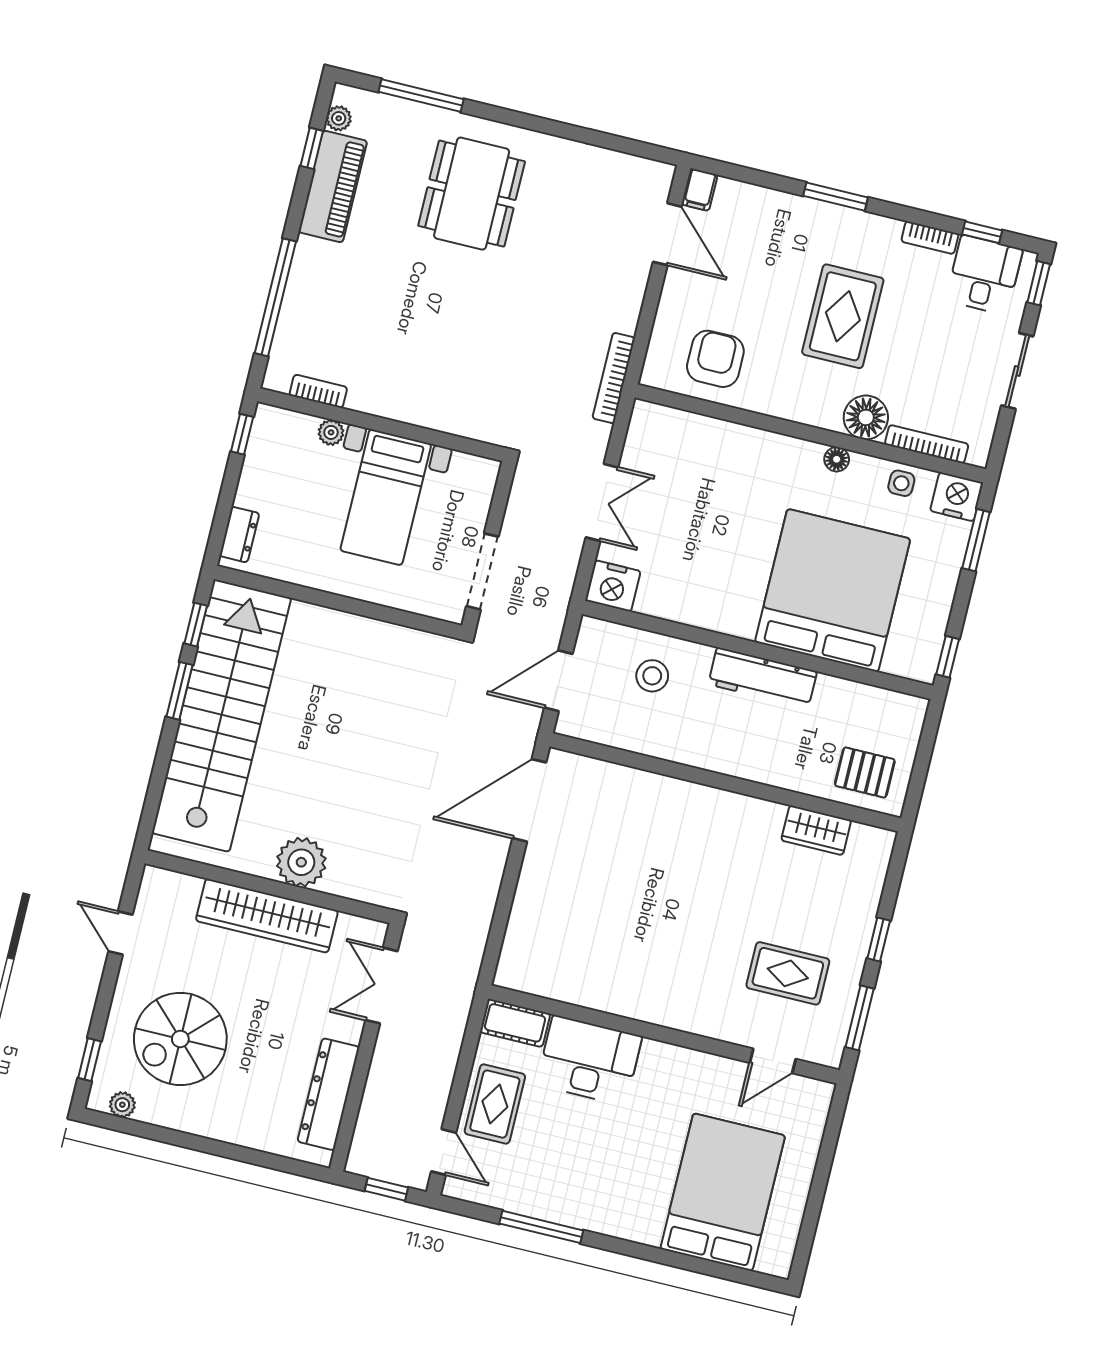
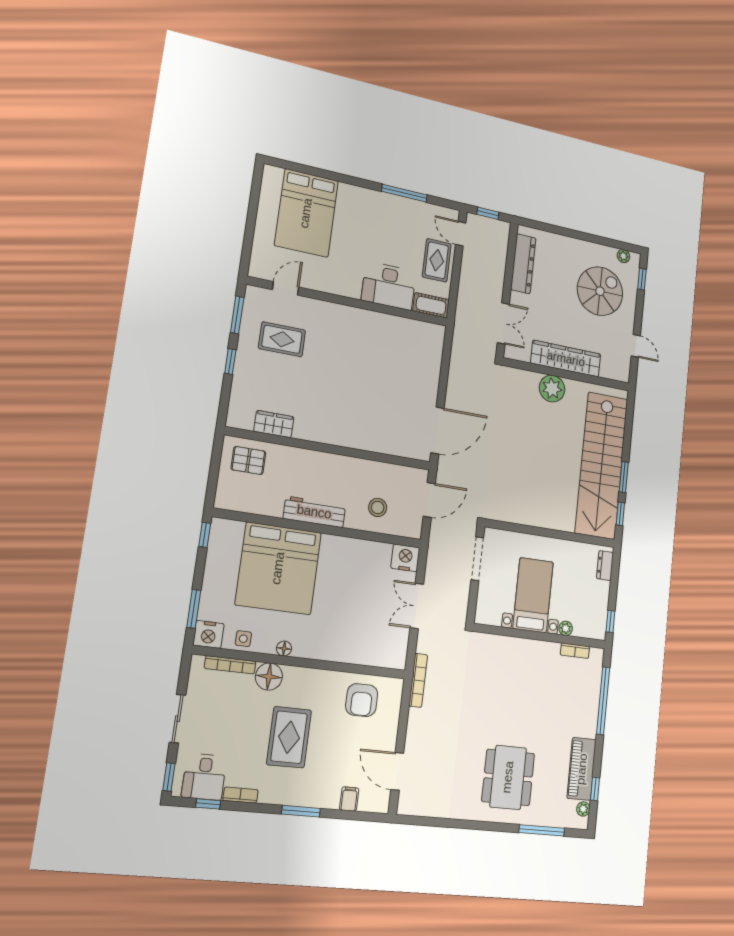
filing cabinet: (700, 190) -> (349, 799), moved

